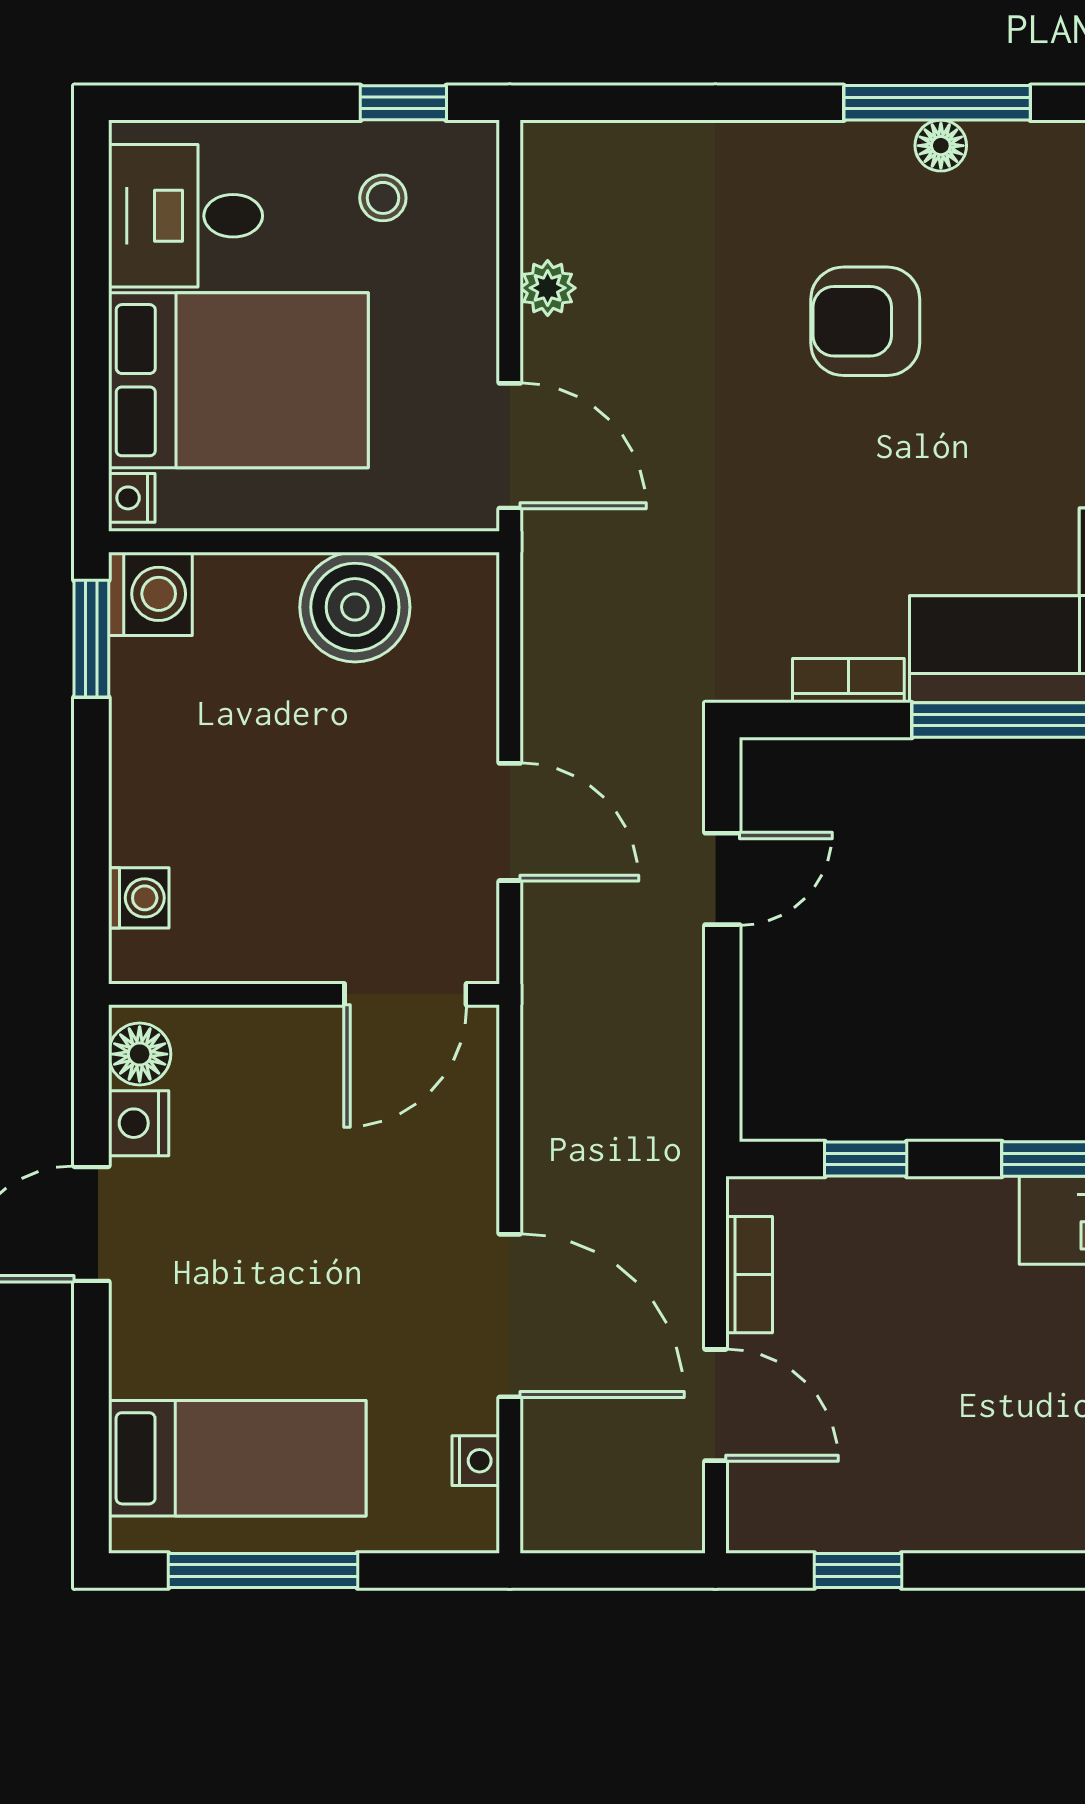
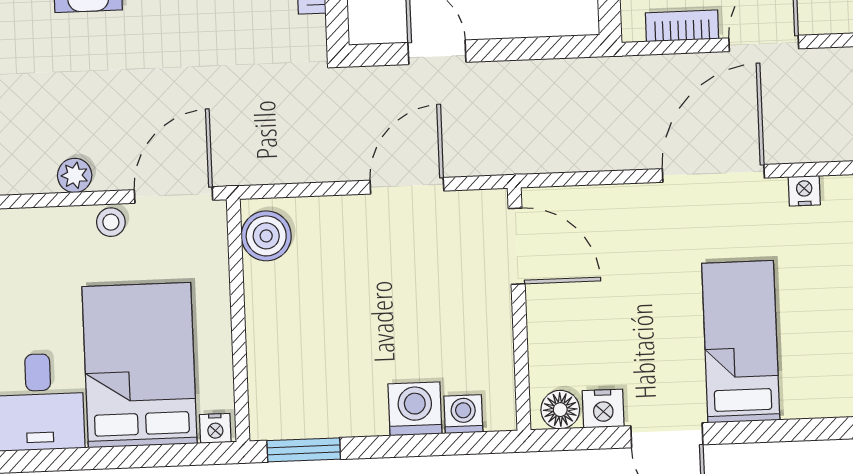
stool: (383, 198) -> (111, 222), moved
washing machine: (150, 594) -> (415, 409), moved
boiler: (355, 607) -> (266, 236), moved, width x0.73, depth x0.73
bed: (237, 1458) -> (741, 342), moved

